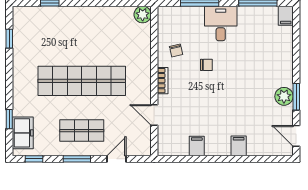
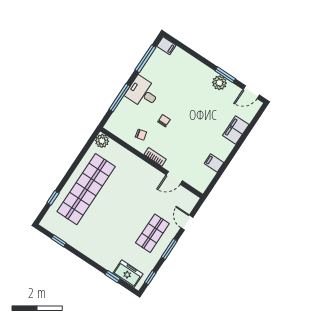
shop shelf: (82, 81) -> (86, 189), moved
filing cabinet: (239, 146) -> (236, 130), width x2.00

